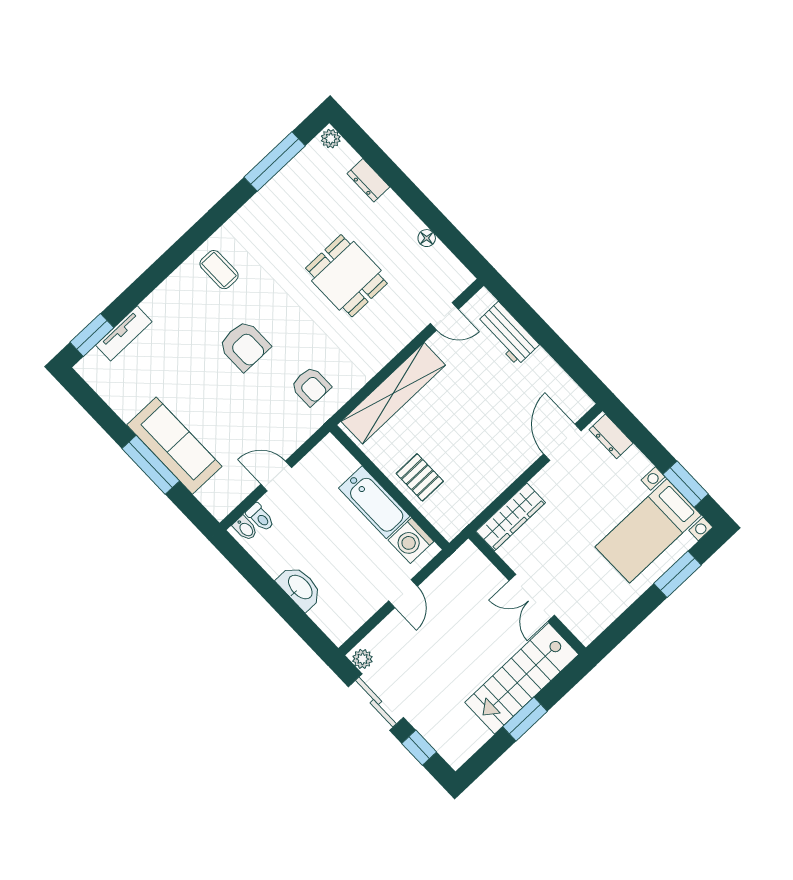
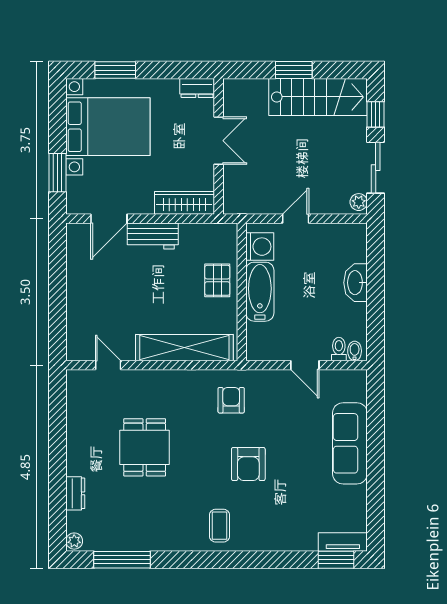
floor lamp: (427, 238) -> (73, 424), removed
tv unit: (124, 333) -> (343, 542), moved
workbench: (508, 334) -> (153, 236), moved, turned 90
armchair: (244, 346) -> (248, 464), turned 180
dresser: (611, 436) -> (197, 88), moved, turned 90
window: (151, 465) -> (376, 445), removed
window: (686, 484) -> (58, 173), moved
bed with nightstands: (648, 531) -> (108, 127), width x1.36
stairs: (522, 678) -> (318, 97), moved

